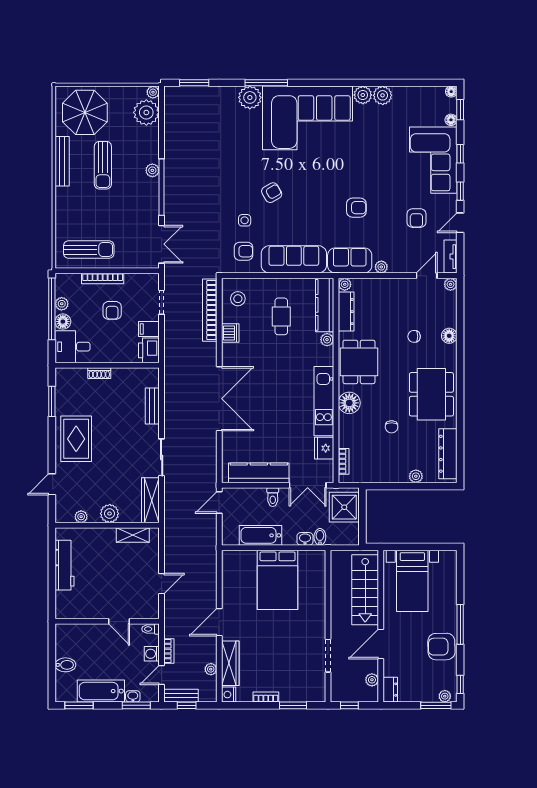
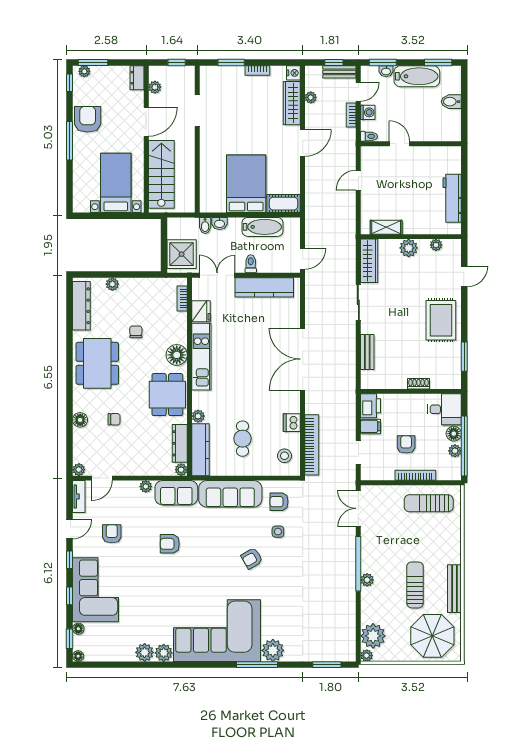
cot: (239, 559) -> (284, 204), added
armchair: (441, 647) -> (88, 119), turned -89

